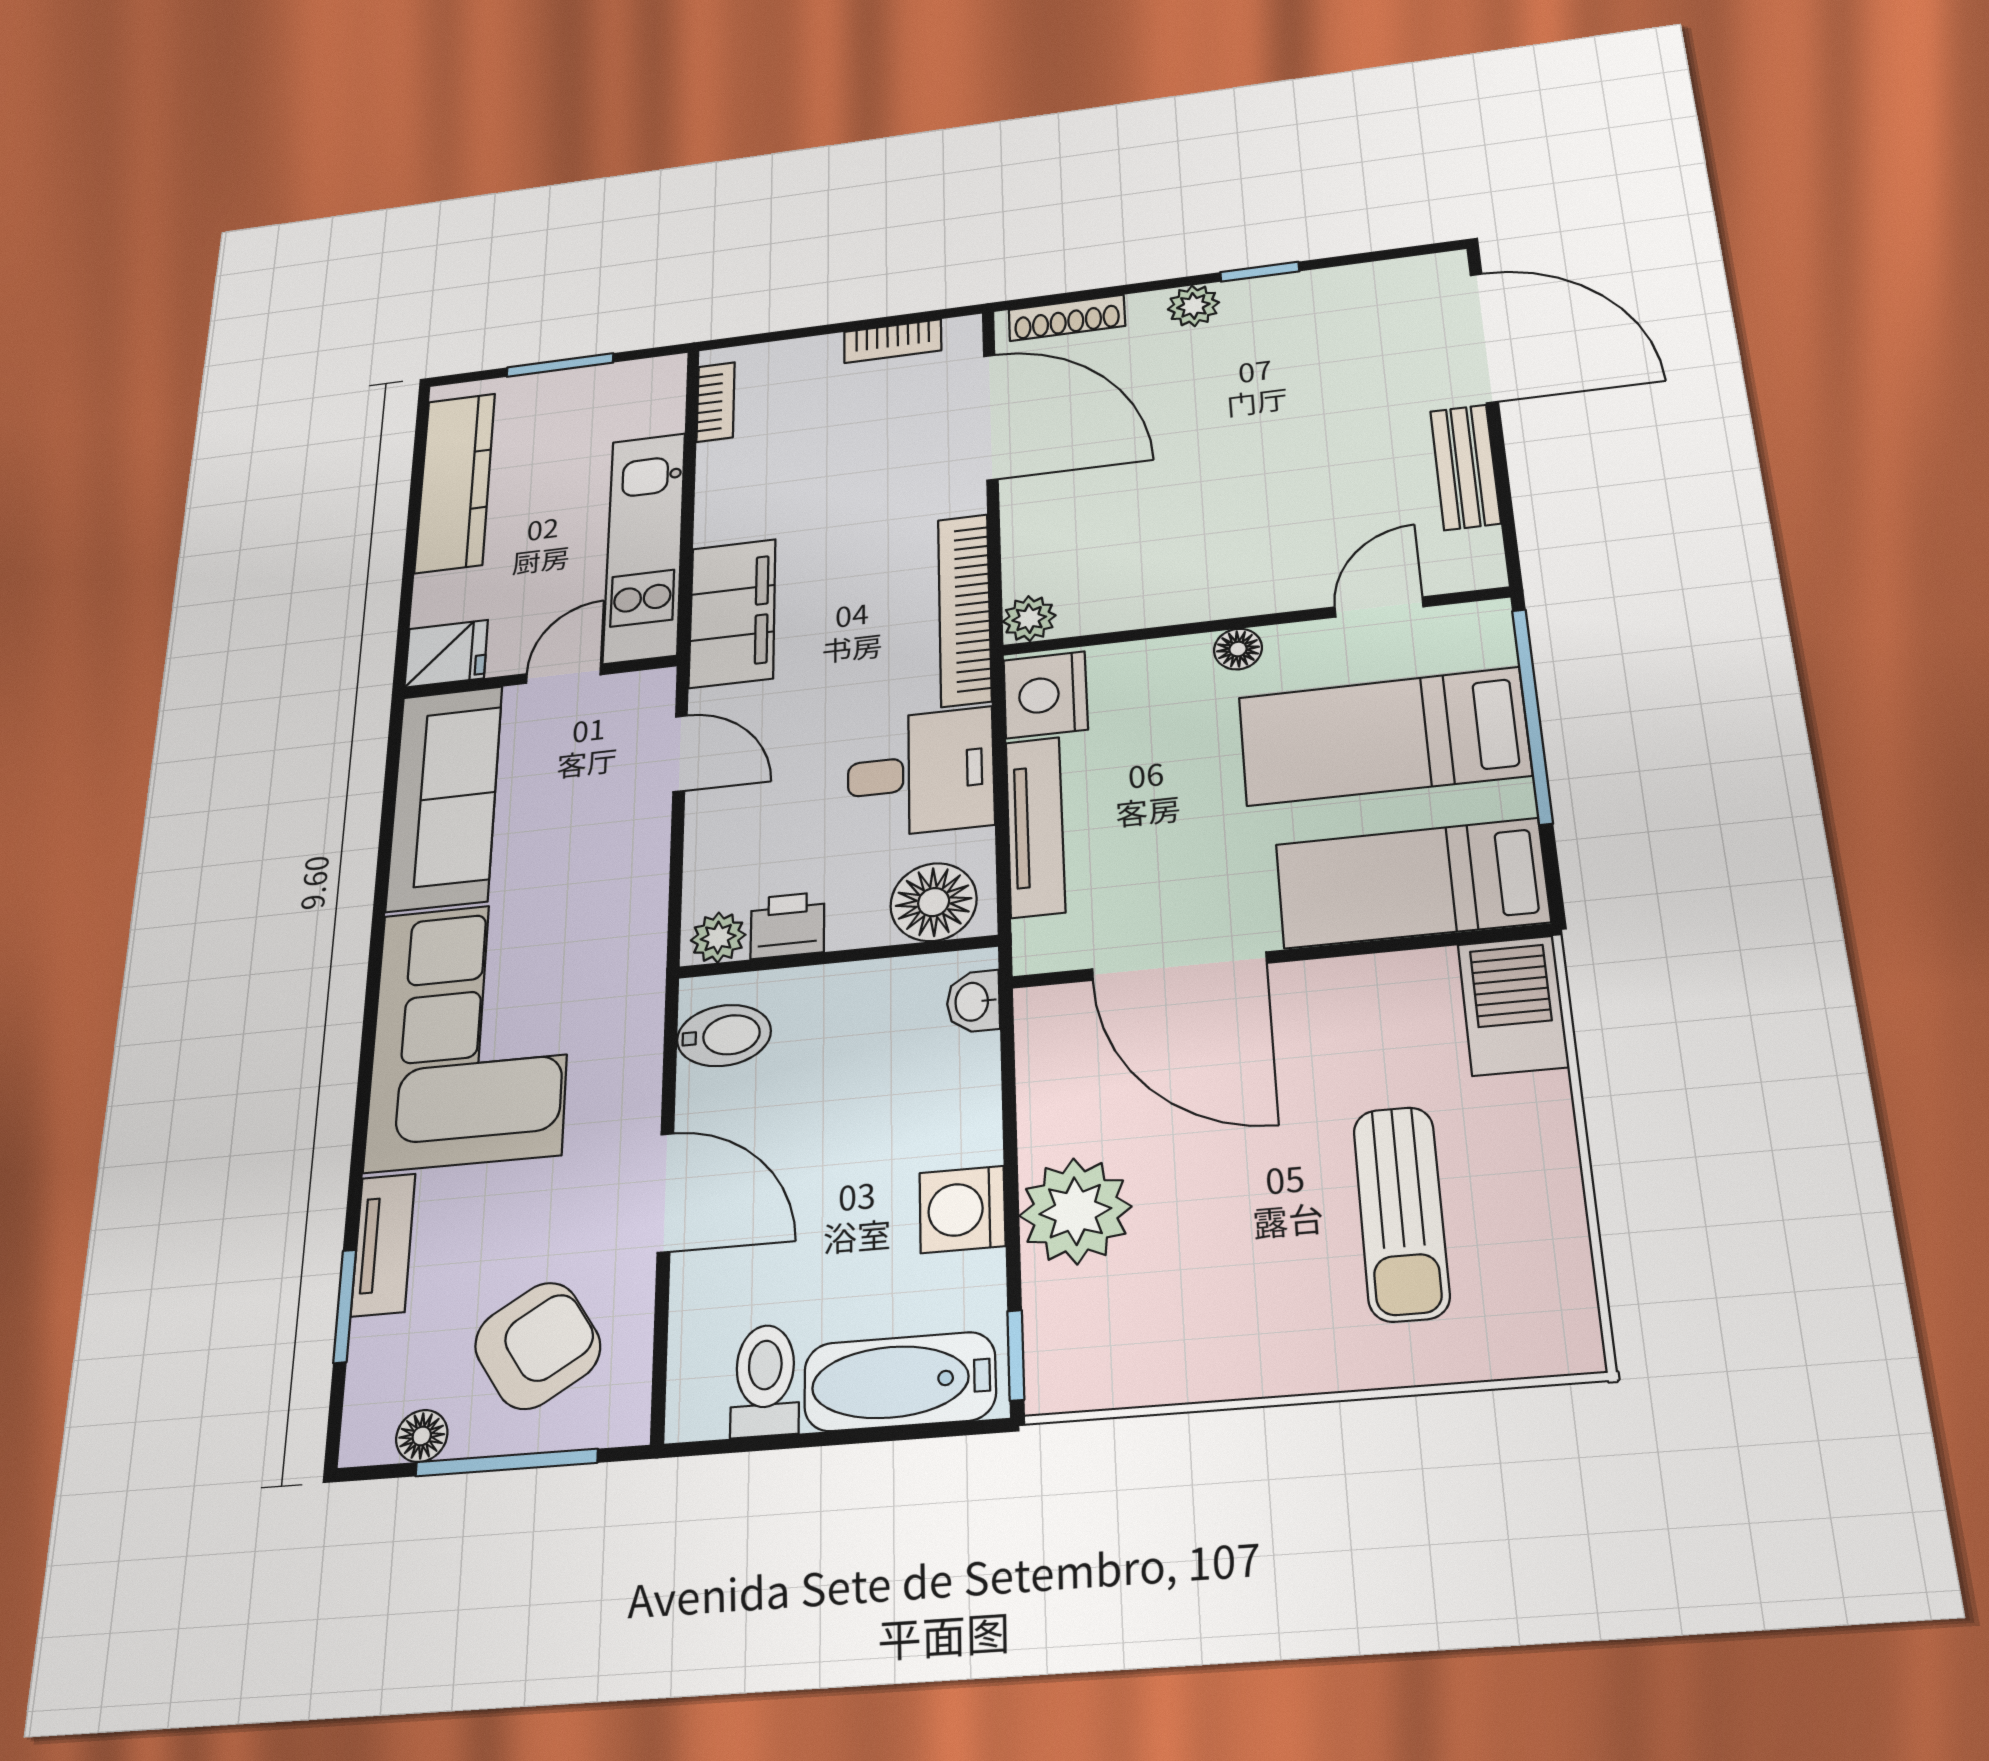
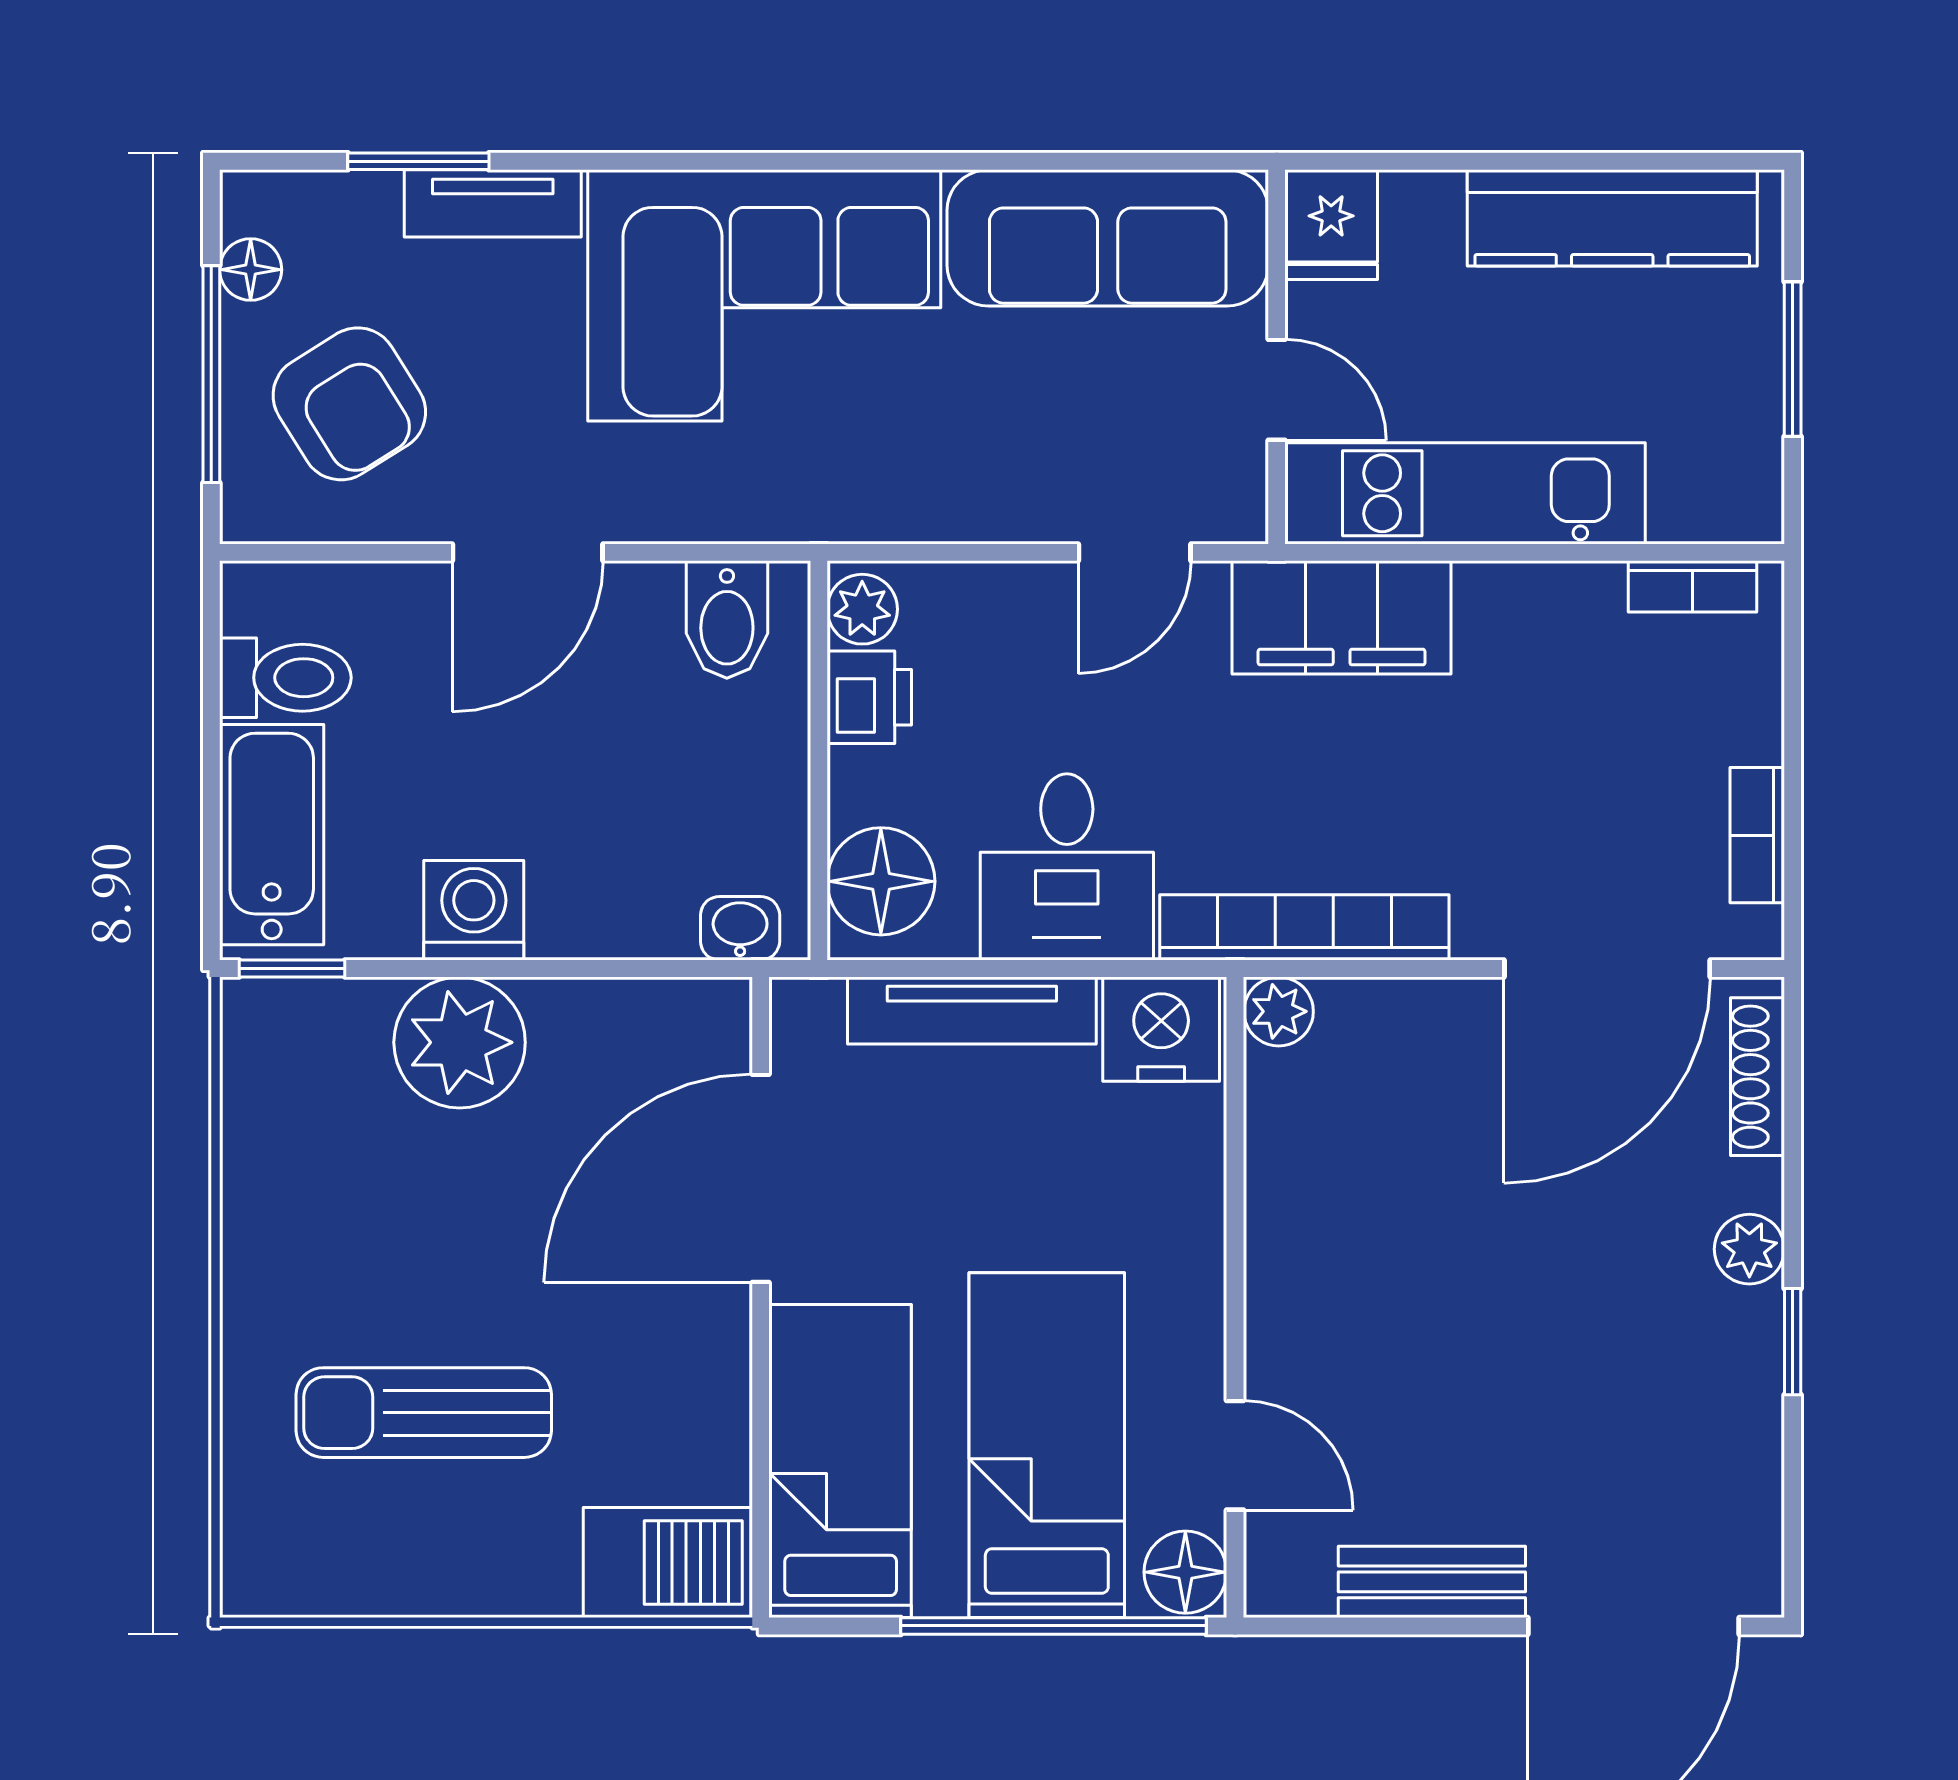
floor lamp: (1238, 649) -> (1185, 1572), moved, width x1.37, depth x1.37

